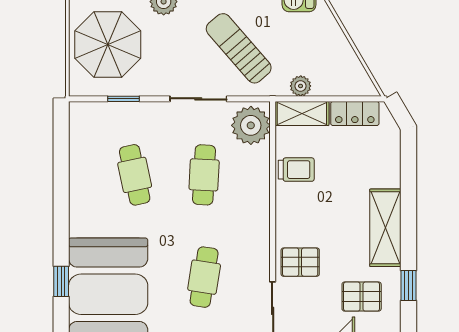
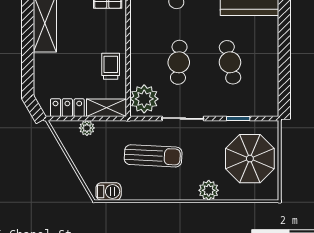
sun lounger: (239, 48) -> (153, 156), turned -46
plant: (301, 86) -> (87, 128), moved
trolley: (296, 170) -> (111, 66), turned 90

